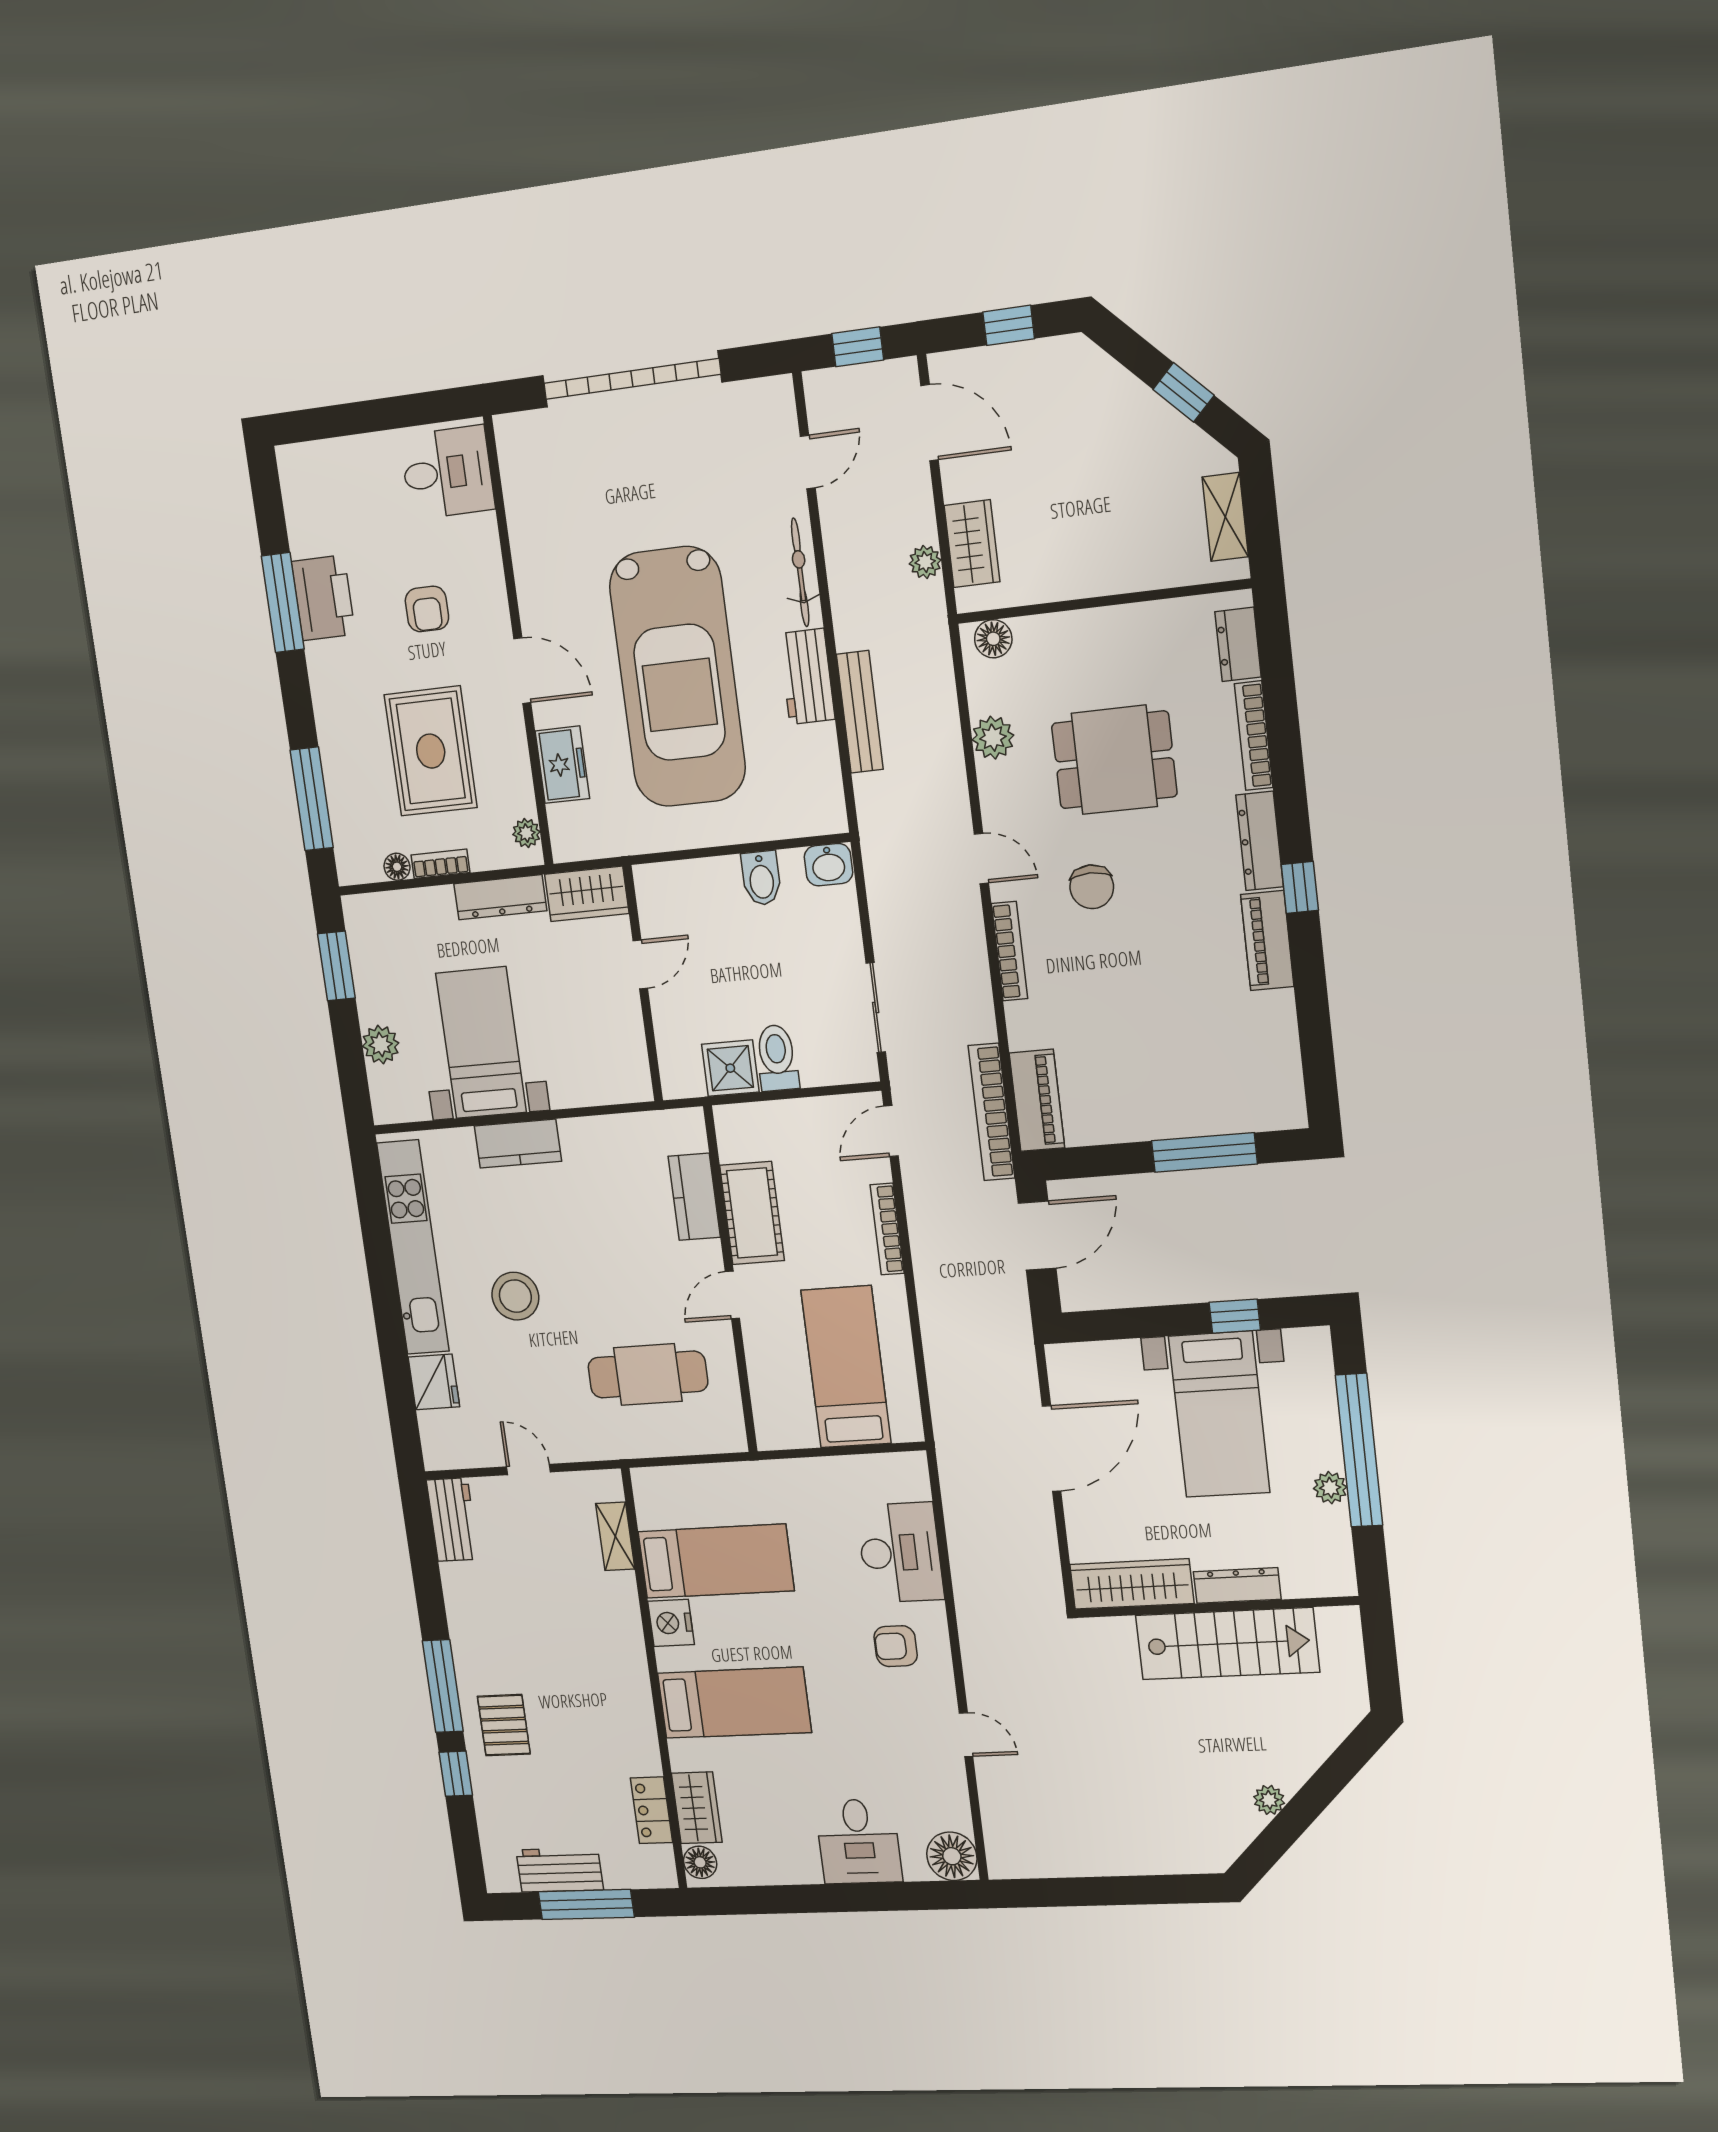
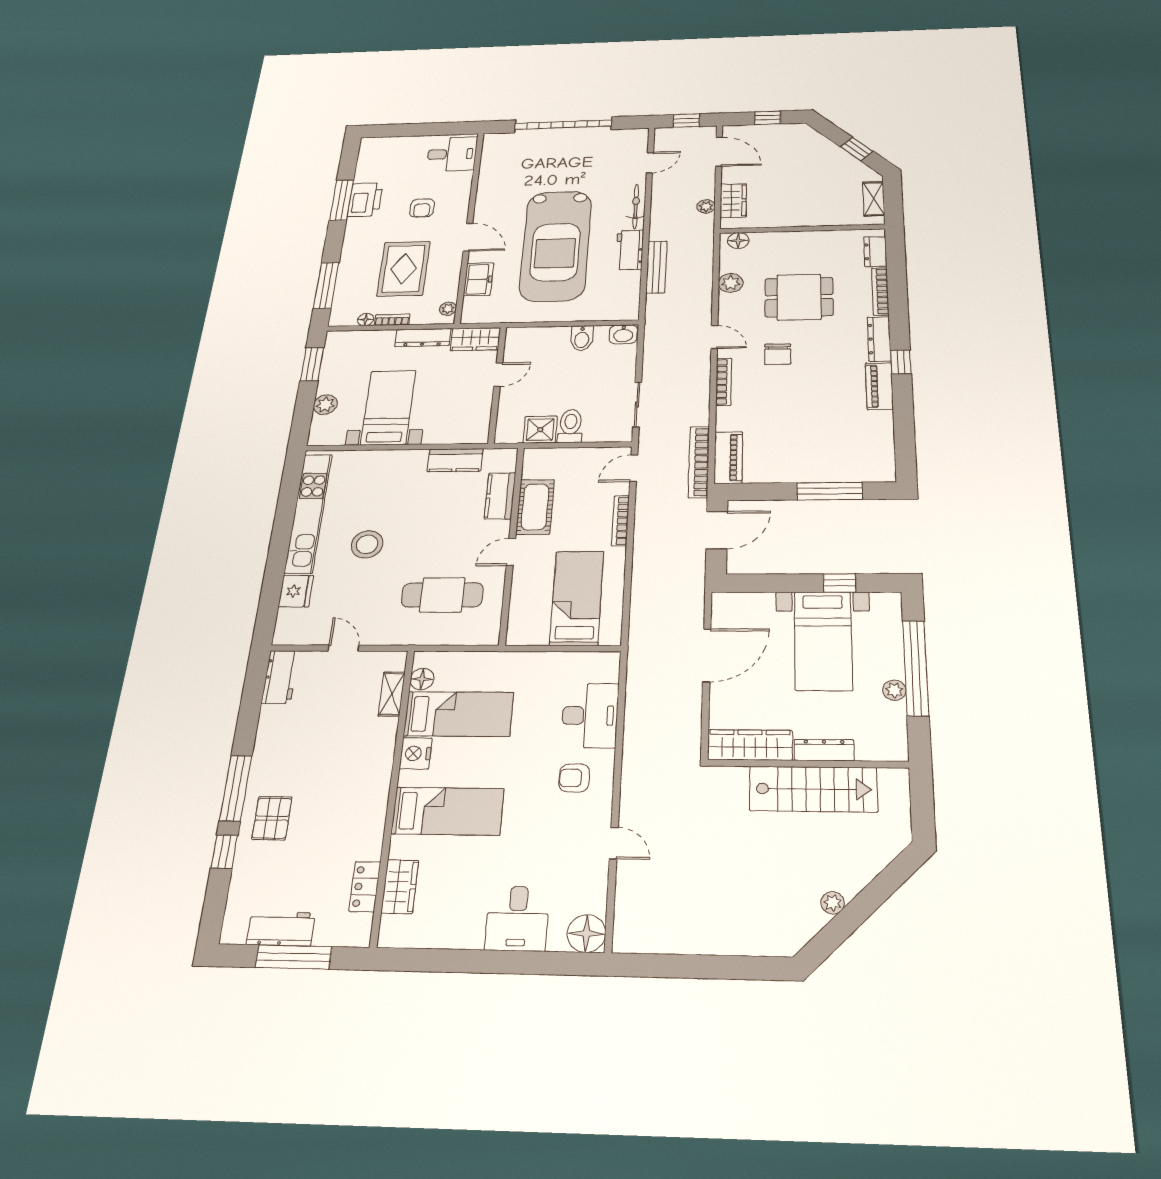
kitchen counter: (518, 1144) -> (455, 460), moved
floor lamp: (700, 1862) -> (422, 679), moved

